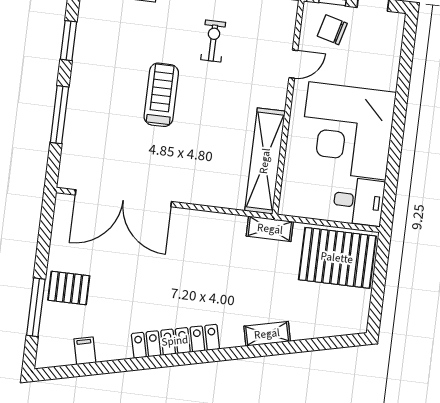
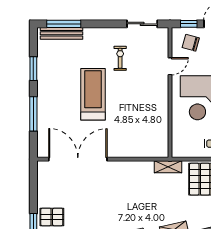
treadmill: (161, 95) -> (93, 94), width x1.37, depth x1.38
shelving: (265, 161) -> (160, 126), removed
double door: (123, 198) -> (78, 159), swing flipped

